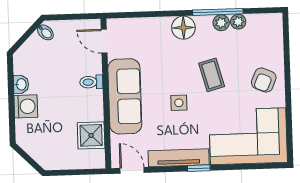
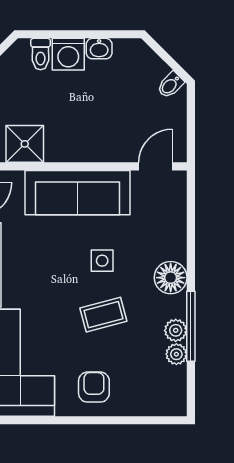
armchair: (264, 80) -> (94, 387), turned 67
toilet: (91, 82) -> (40, 54), moved, turned 180
side table: (179, 103) -> (102, 261), moved

